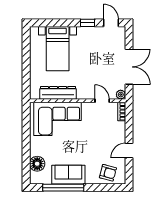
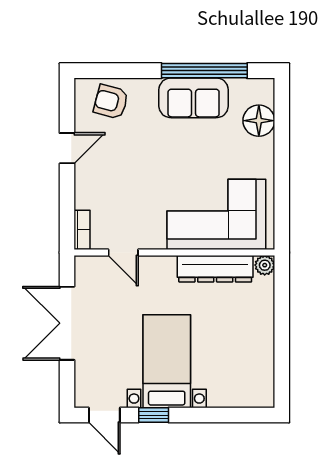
bed with nightstands: (58, 49) -> (167, 361), moved
plant: (121, 95) -> (265, 265), moved

